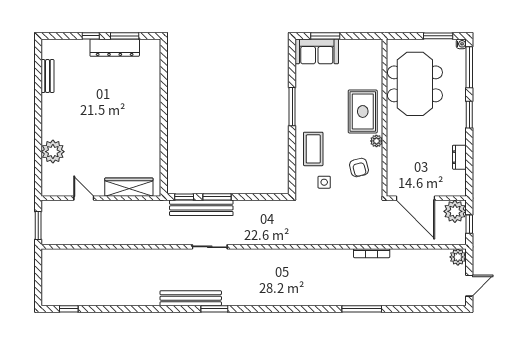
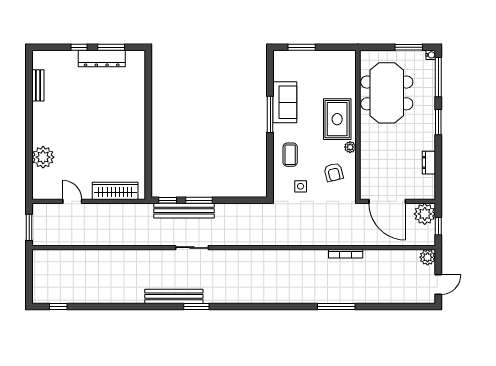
sofa: (317, 51) -> (285, 102), moved, turned -90
coffee table: (313, 149) -> (290, 155), width x0.73, depth x0.77

